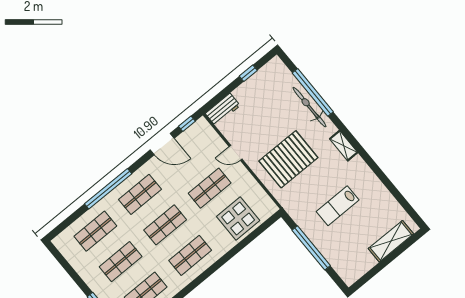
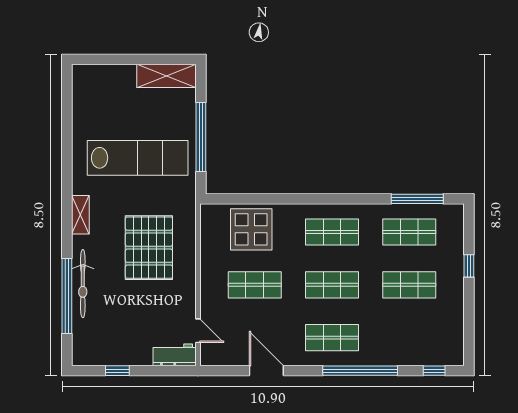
window: (187, 124) -> (434, 371), moved
door: (236, 153) -> (198, 331), moved
pallet: (288, 159) -> (149, 248), turned 90
lab bench: (338, 206) -> (138, 158), width x1.86, depth x1.39
shop shelf: (95, 231) -> (409, 338), removed
shelving: (391, 241) -> (167, 76), moved

